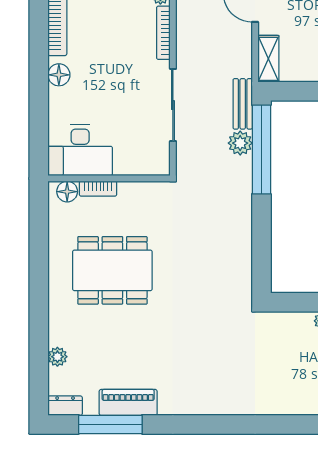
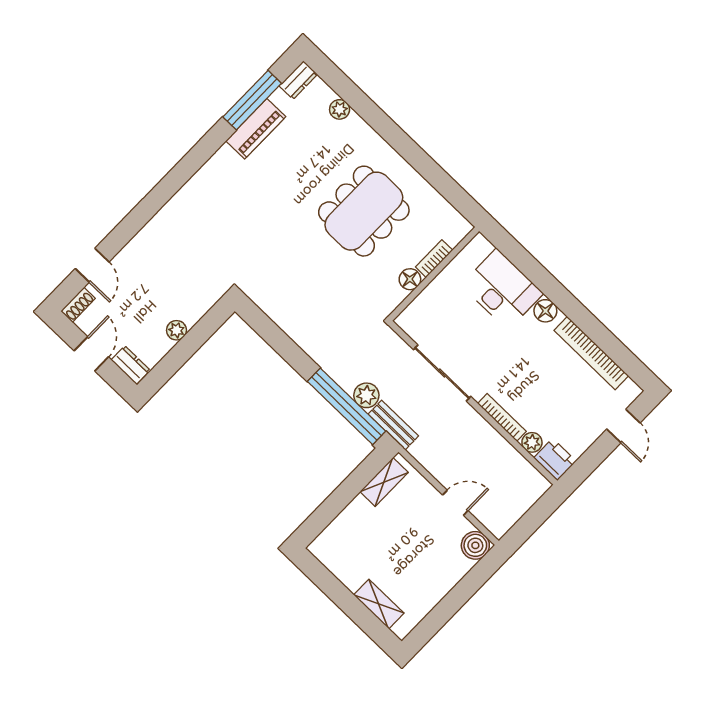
shelving: (268, 59) -> (384, 482), moved, turned 90
desk: (80, 150) -> (502, 289), moved, turned 90
floor lamp: (67, 192) -> (410, 279), moved

